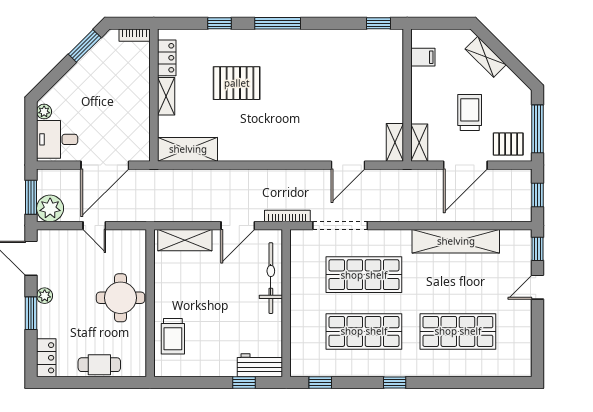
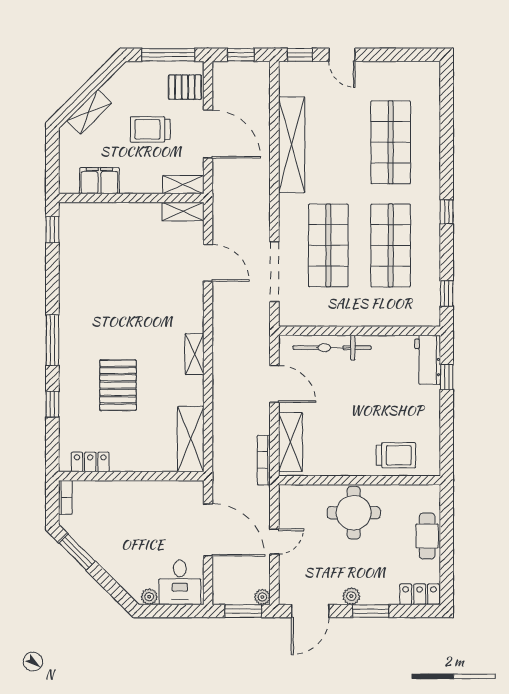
filing cabinet: (423, 57) -> (99, 181), width x2.00
shelving: (166, 96) -> (195, 354), moved, turned 90
pallet: (508, 144) -> (185, 87), turned 90
plant: (50, 208) -> (262, 597), width x0.53, depth x0.53
bookcase: (287, 216) -> (264, 460), moved

